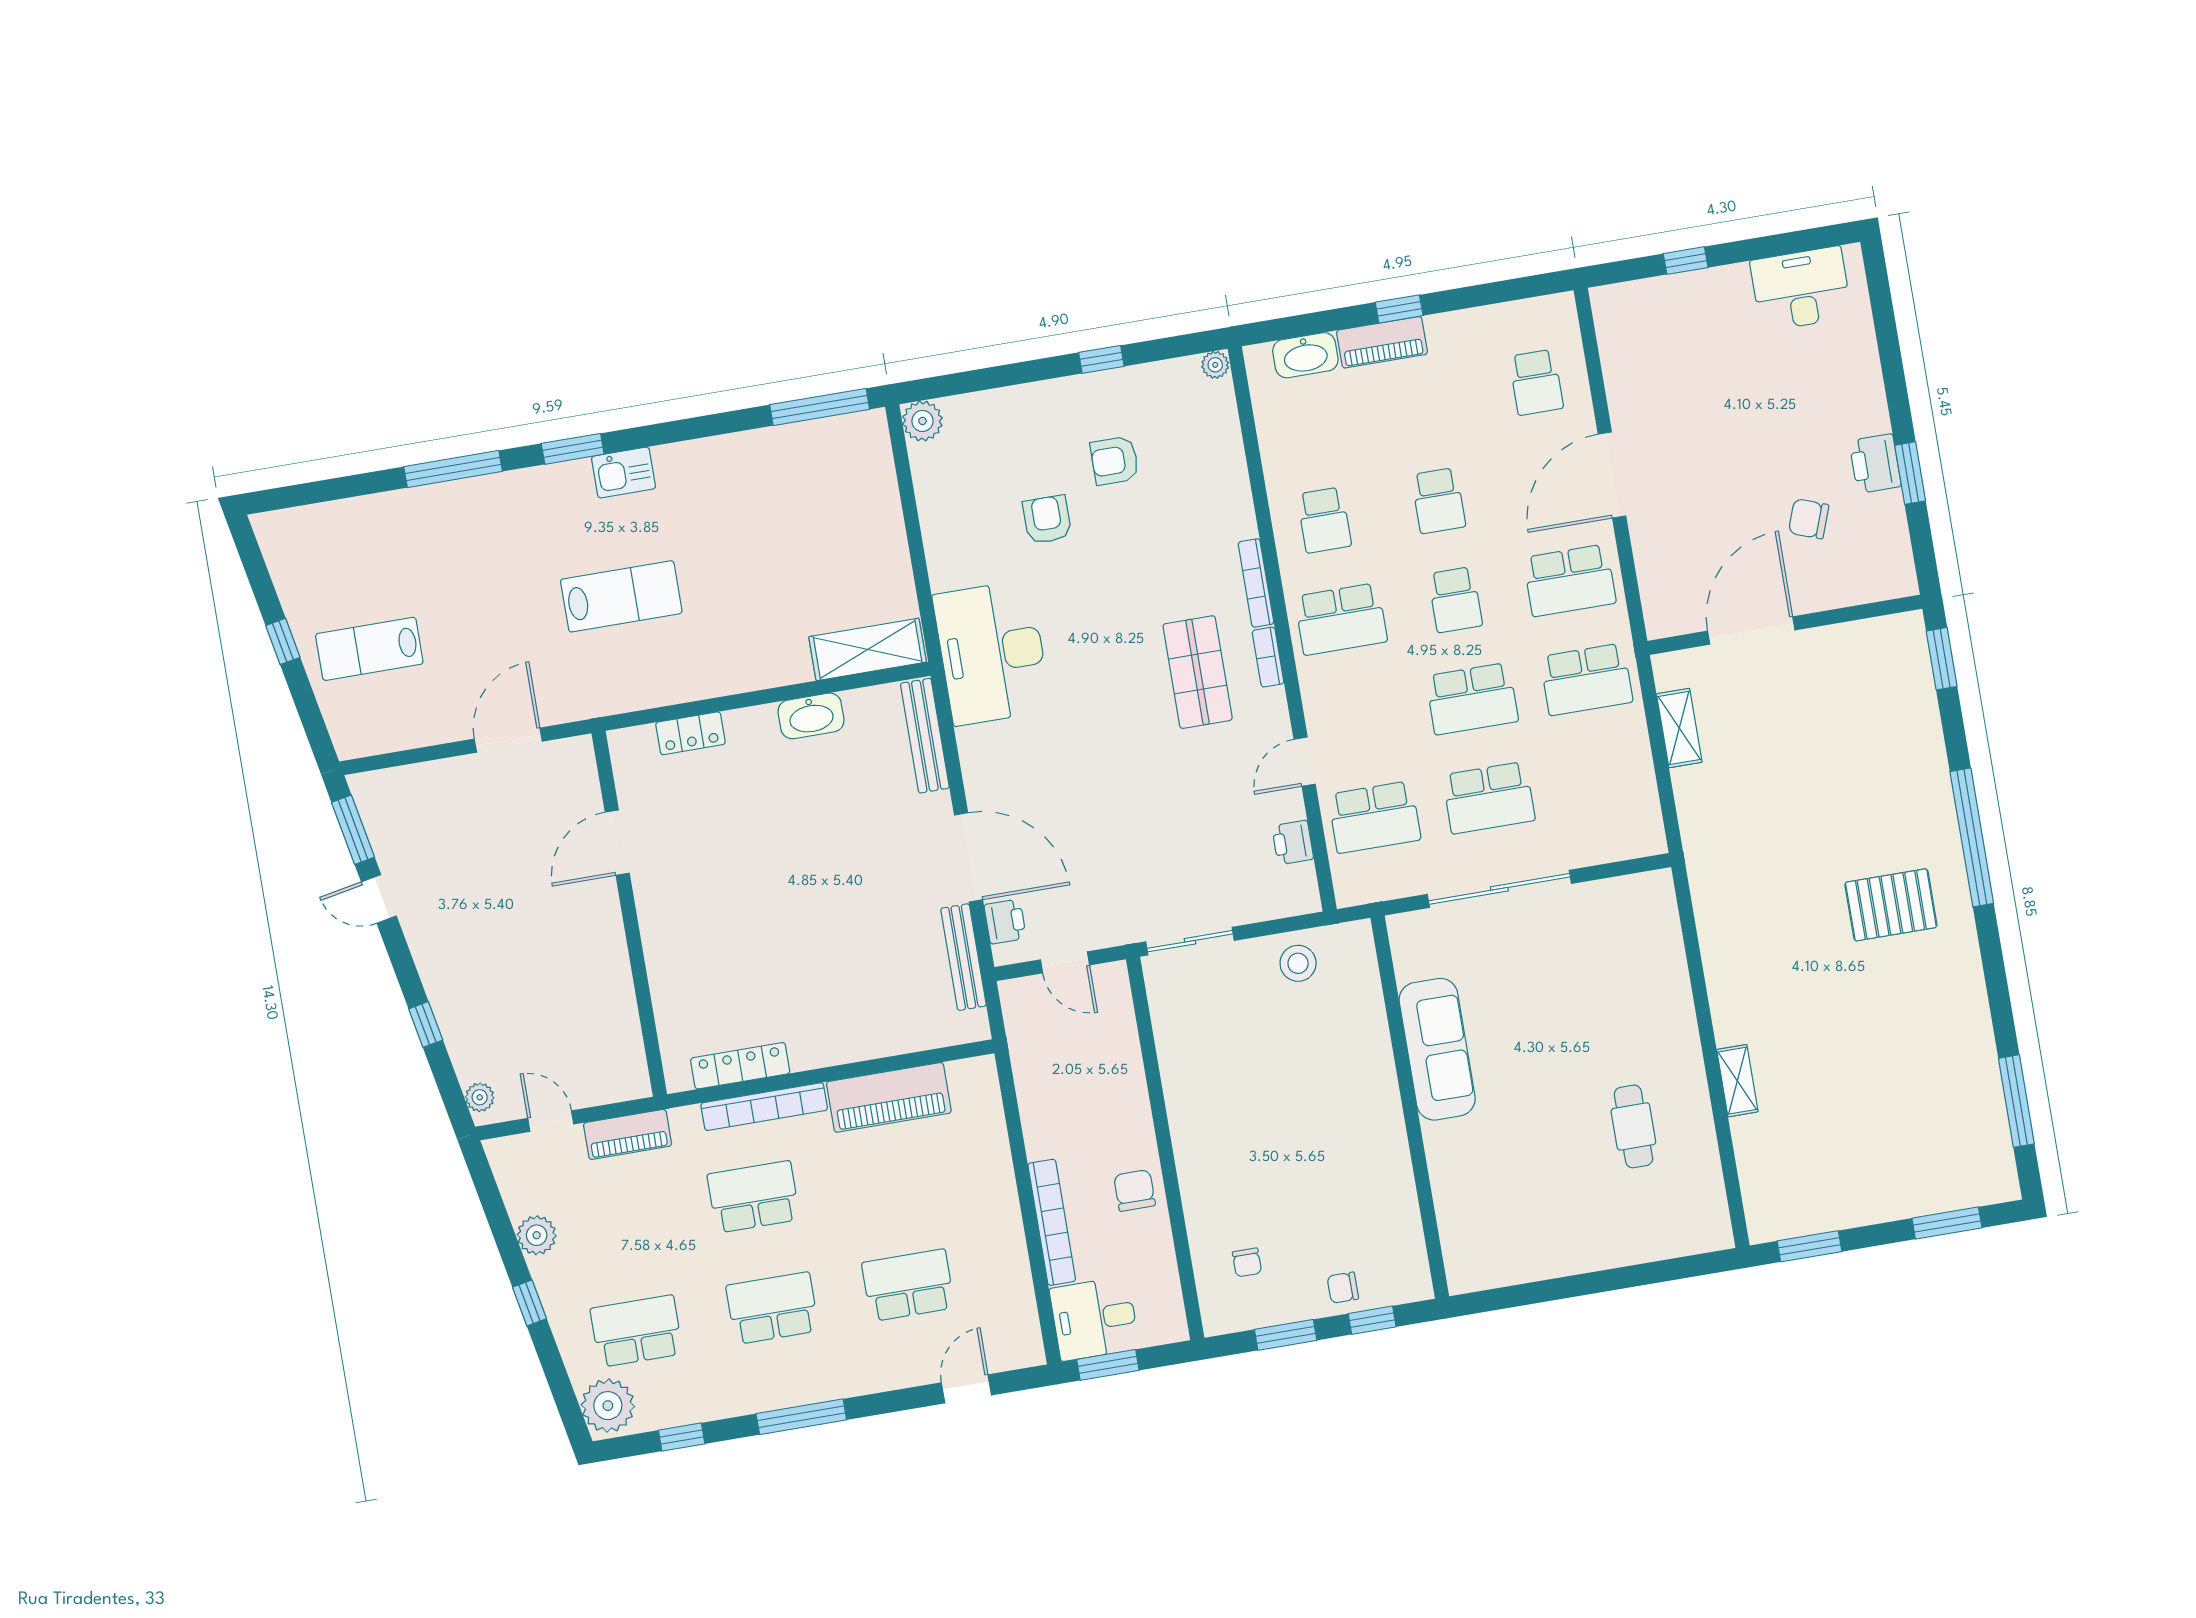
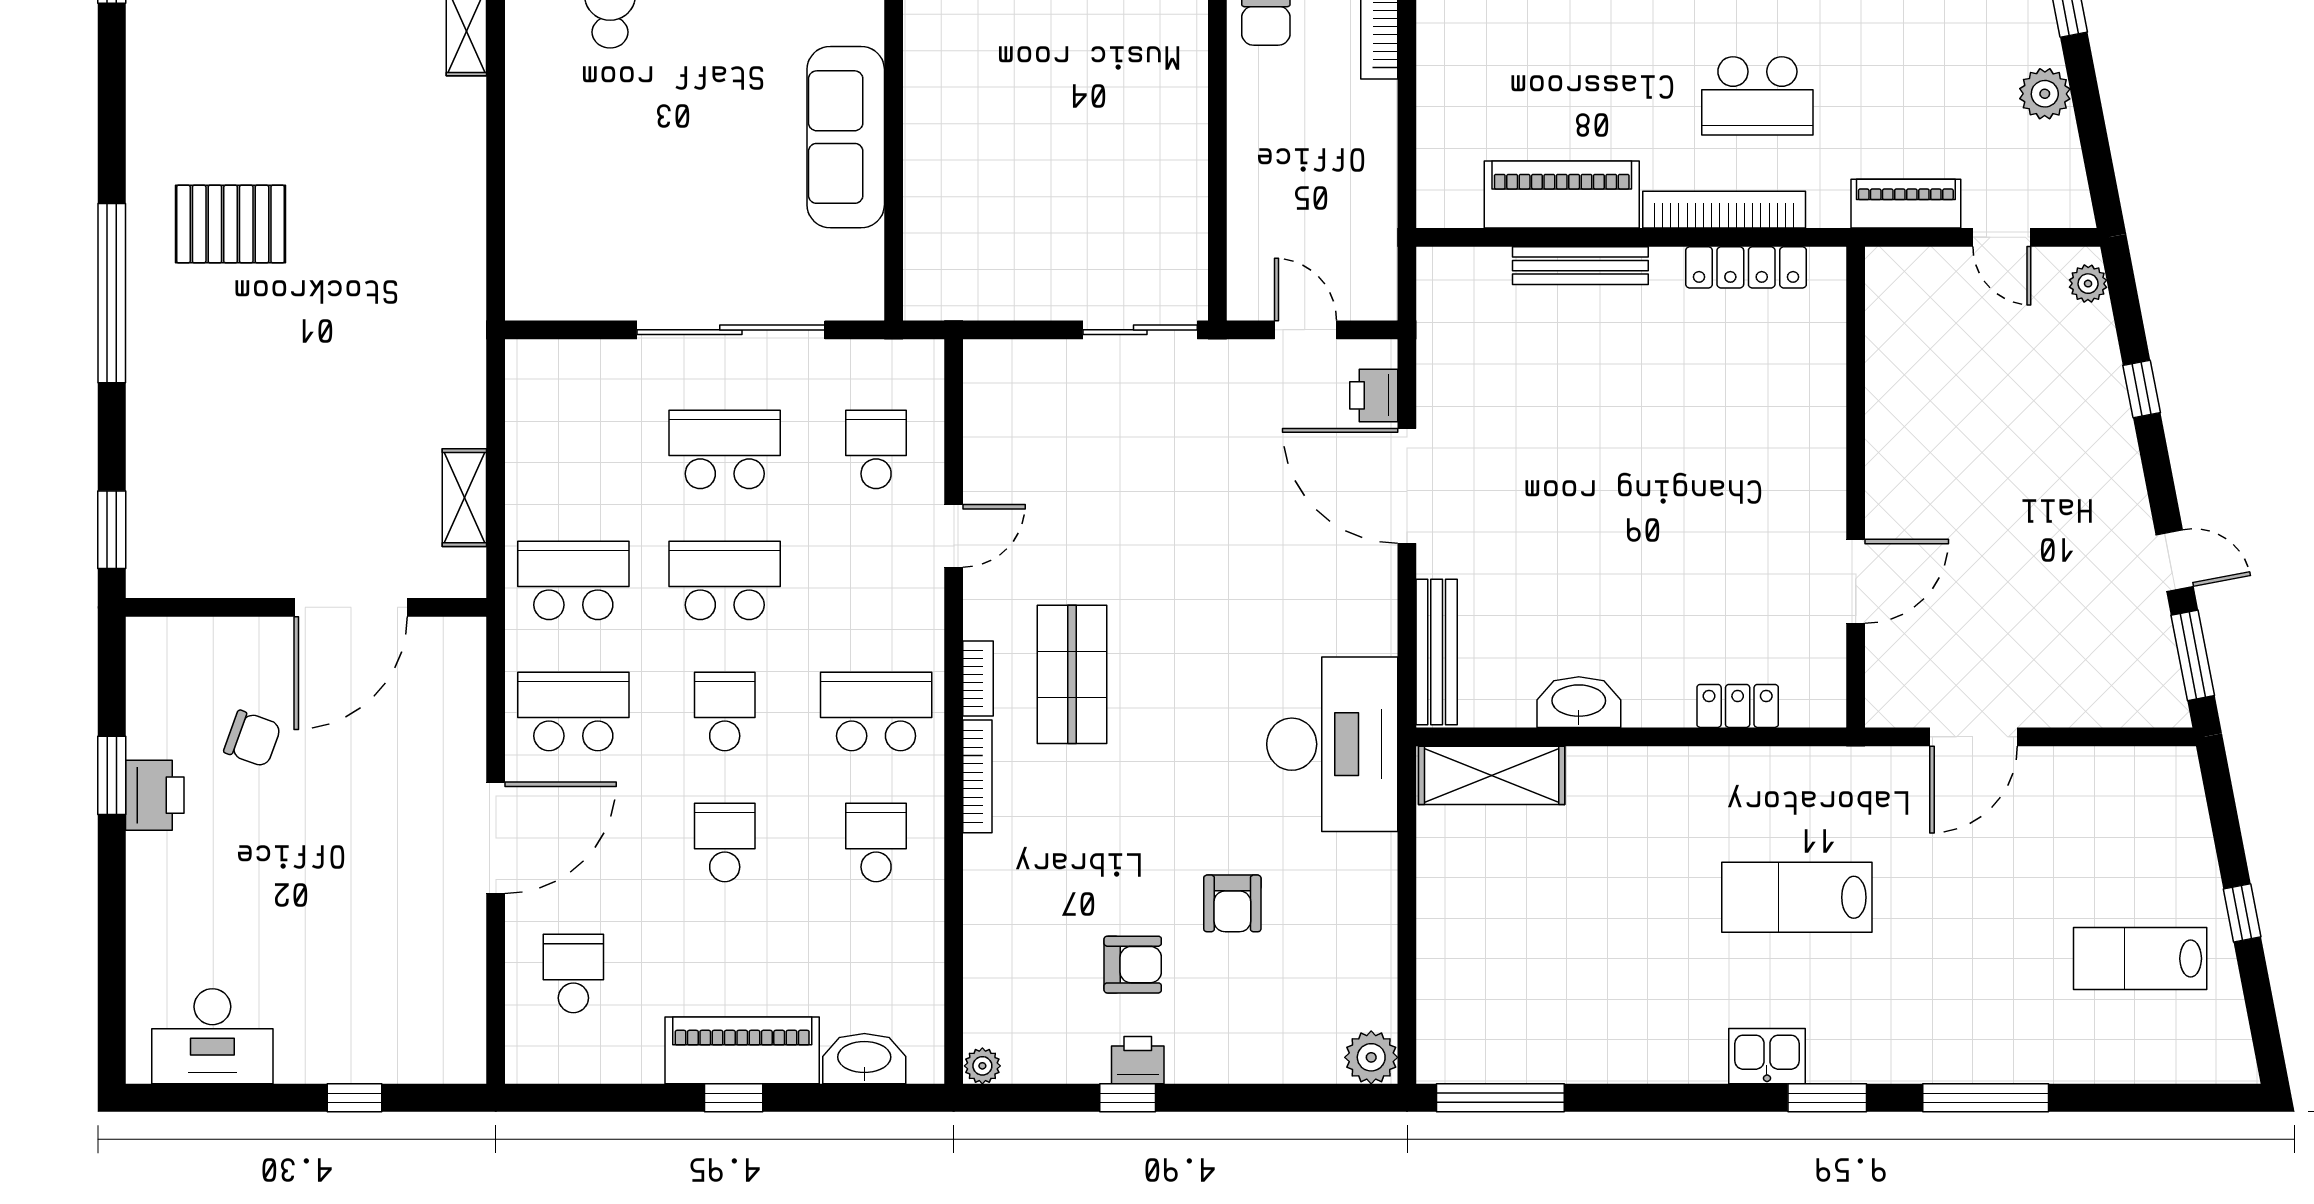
piano: (1382, 342) -> (742, 1050), width x1.37, depth x1.33
lab bench: (369, 649) -> (2140, 959), moved, turned 180
school desk: (1374, 817) -> (876, 449), width x0.54
printer: (1293, 842) -> (1138, 1060), moved, turned -90
bench: (963, 957) -> (1580, 266), moved, turned 90
stool: (1298, 963) -> (1006, 278), removed

